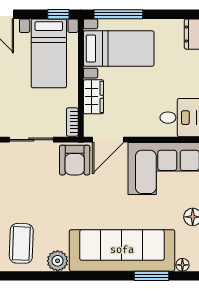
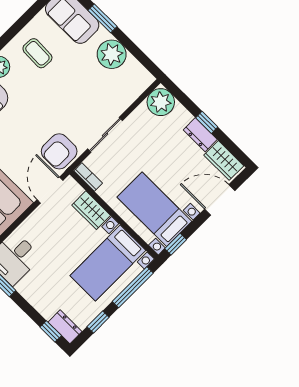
window: (167, 14) -> (98, 322), added
armchair: (75, 160) -> (59, 151), turned -90
coffee table: (21, 243) -> (37, 53), width x0.73, depth x0.77

